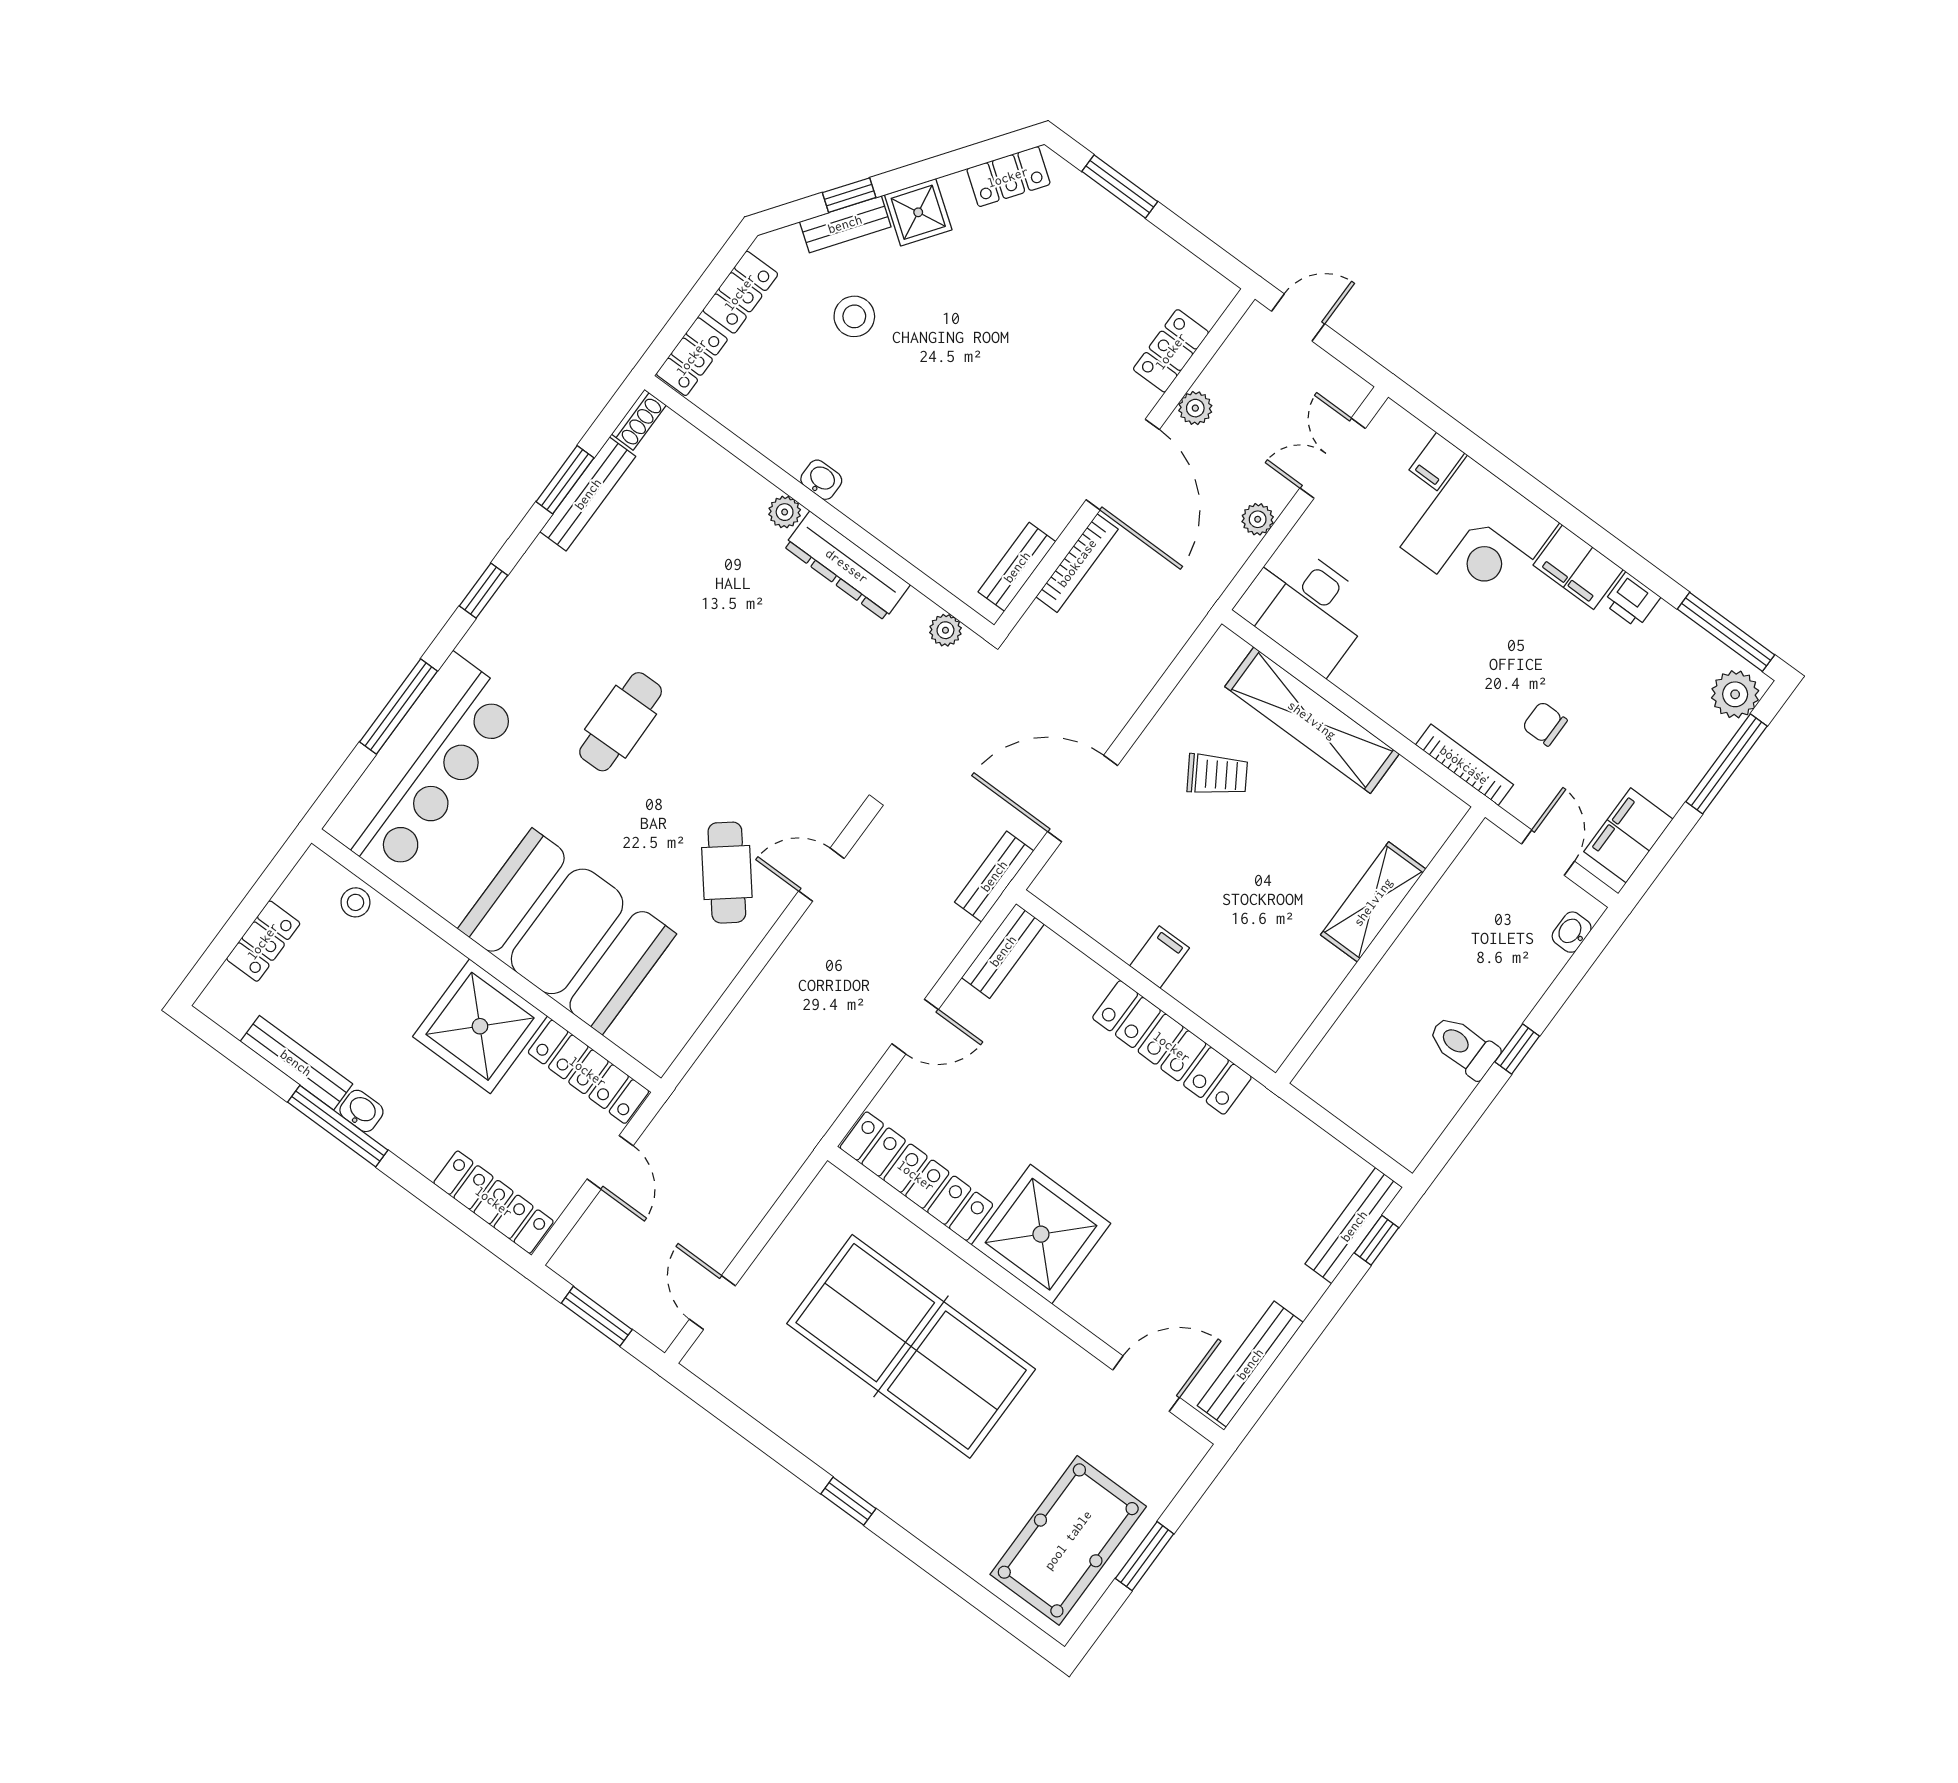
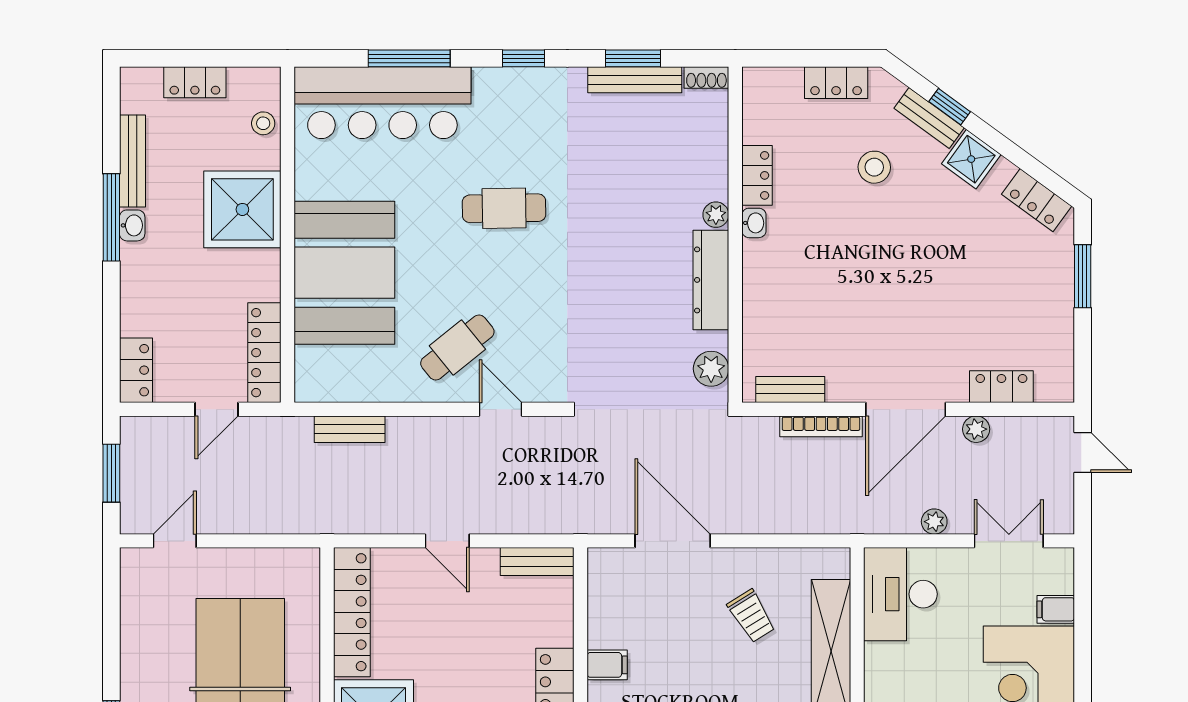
locker: (692, 357) -> (757, 175), moved, turned -90
plant: (945, 630) -> (711, 369), width x1.38, depth x1.38
bench: (994, 876) -> (350, 429), moved
shower: (480, 1026) -> (242, 209), moved
locker: (494, 1202) -> (136, 370), width x0.66

